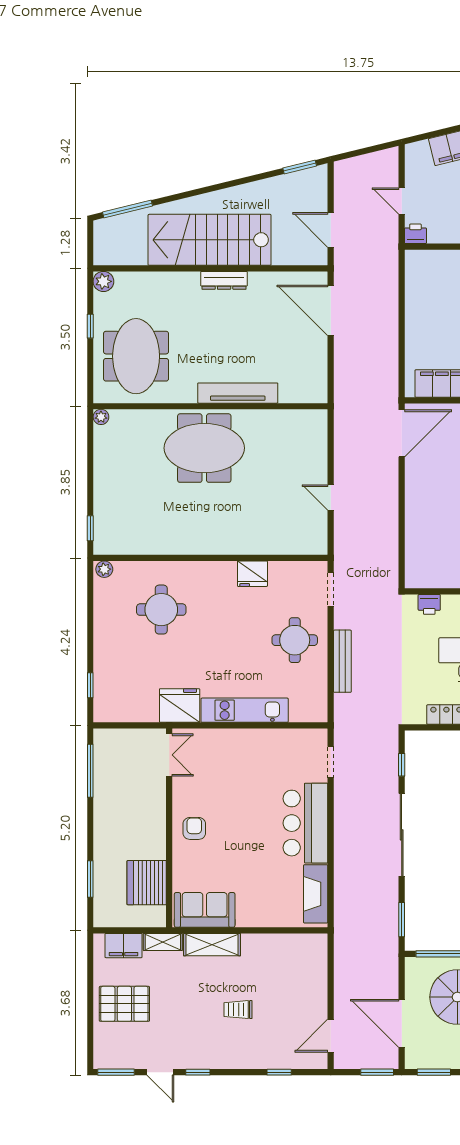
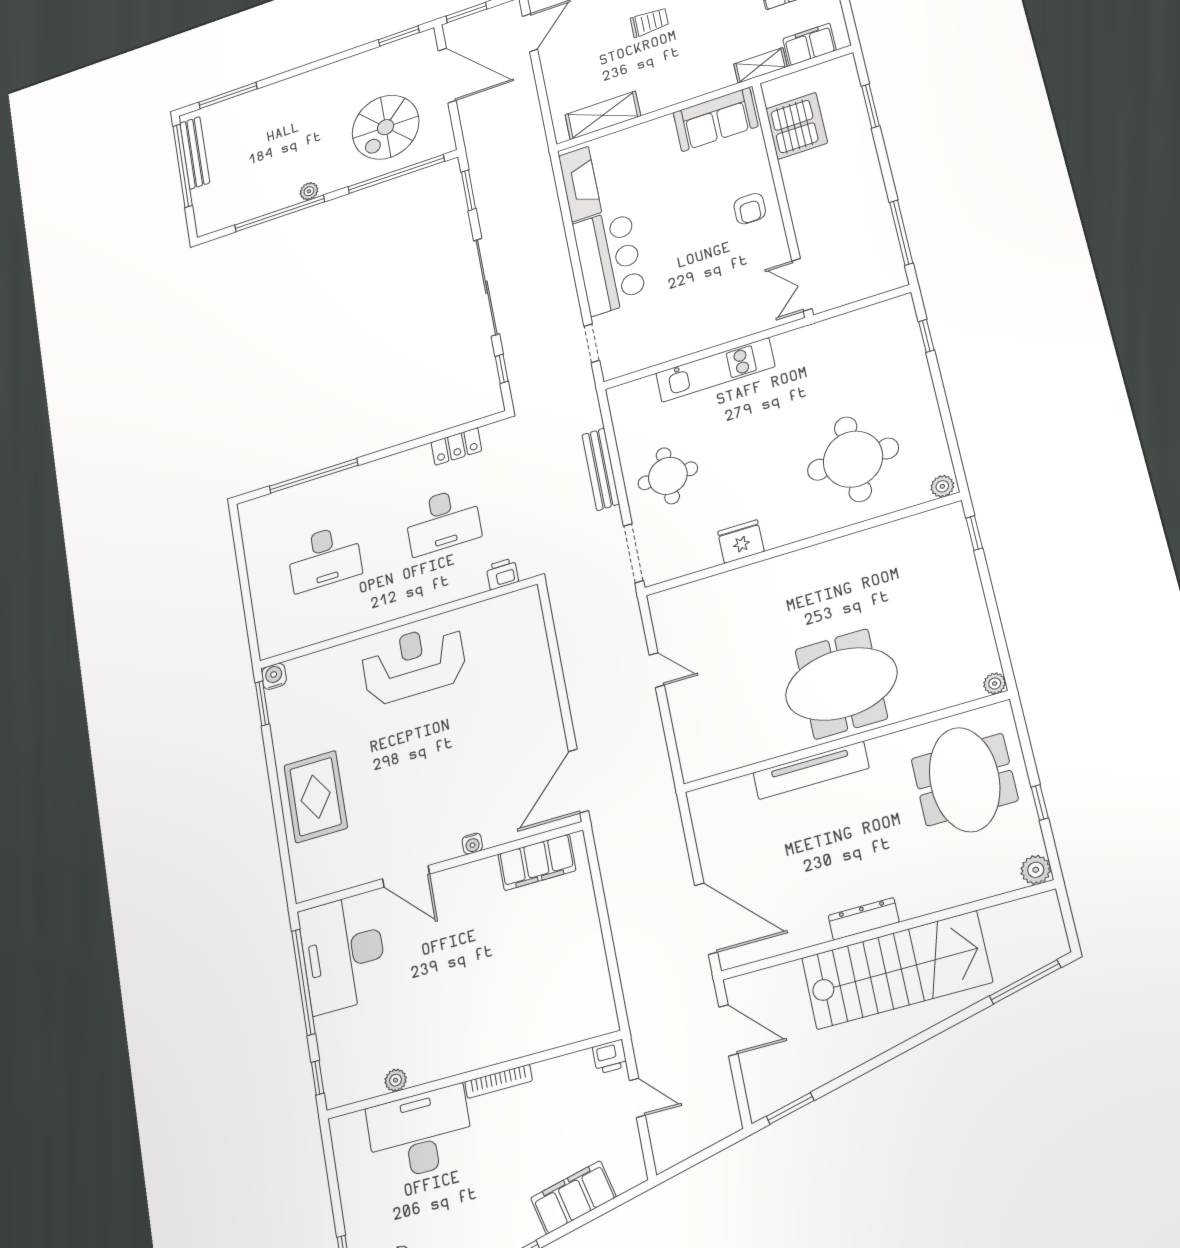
doorway: (331, 589) -> (633, 553), width x1.38
round table: (161, 610) -> (853, 459), width x1.36, depth x1.36
fridge: (180, 705) -> (802, 349), removed
shelving: (212, 945) -> (603, 115), moved

